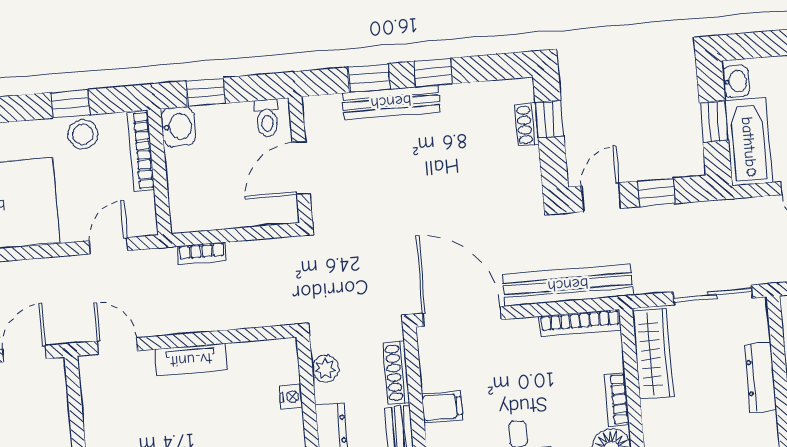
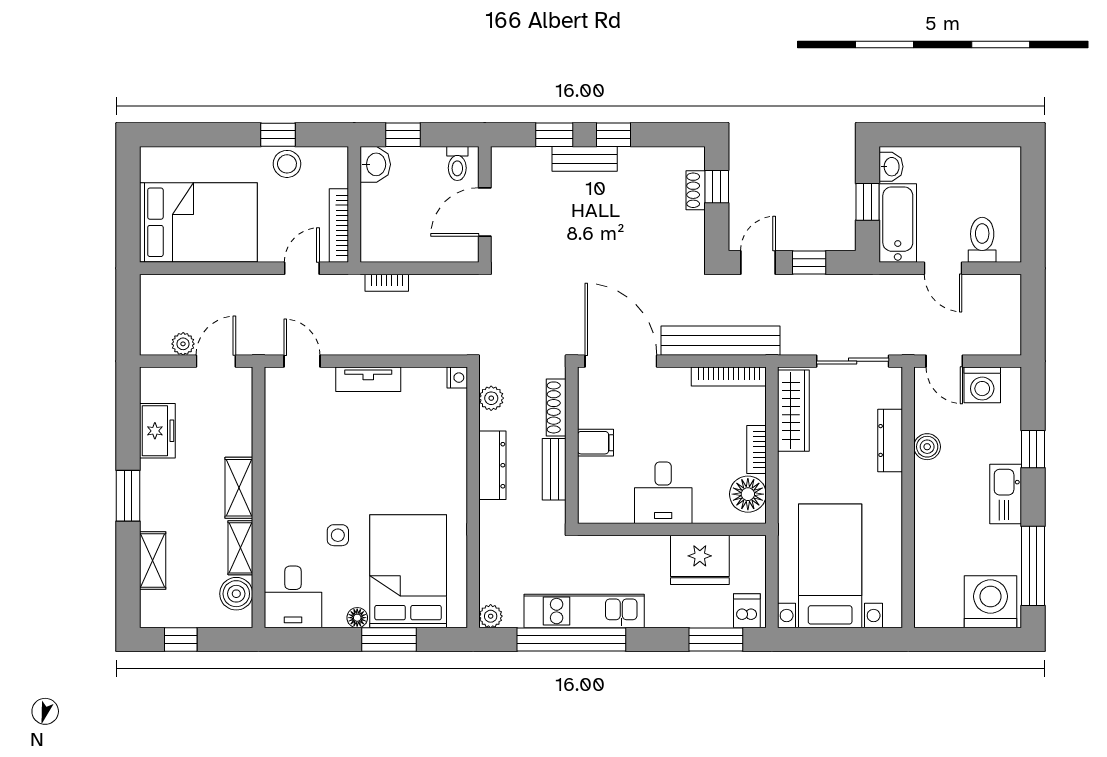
bench: (391, 102) -> (585, 159), width x0.73
bookcase: (141, 151) -> (339, 225), moved
nightstand: (291, 397) -> (457, 378), moved

